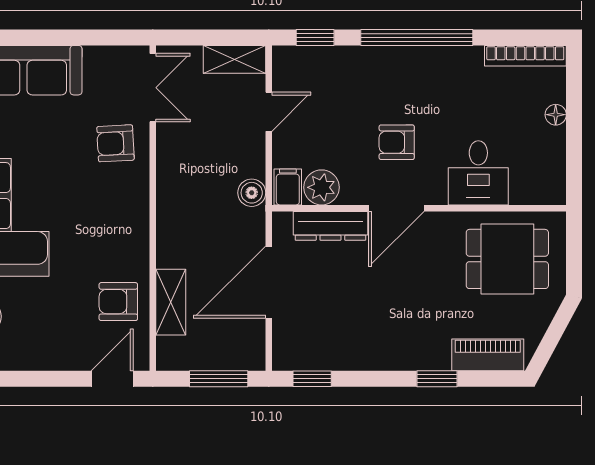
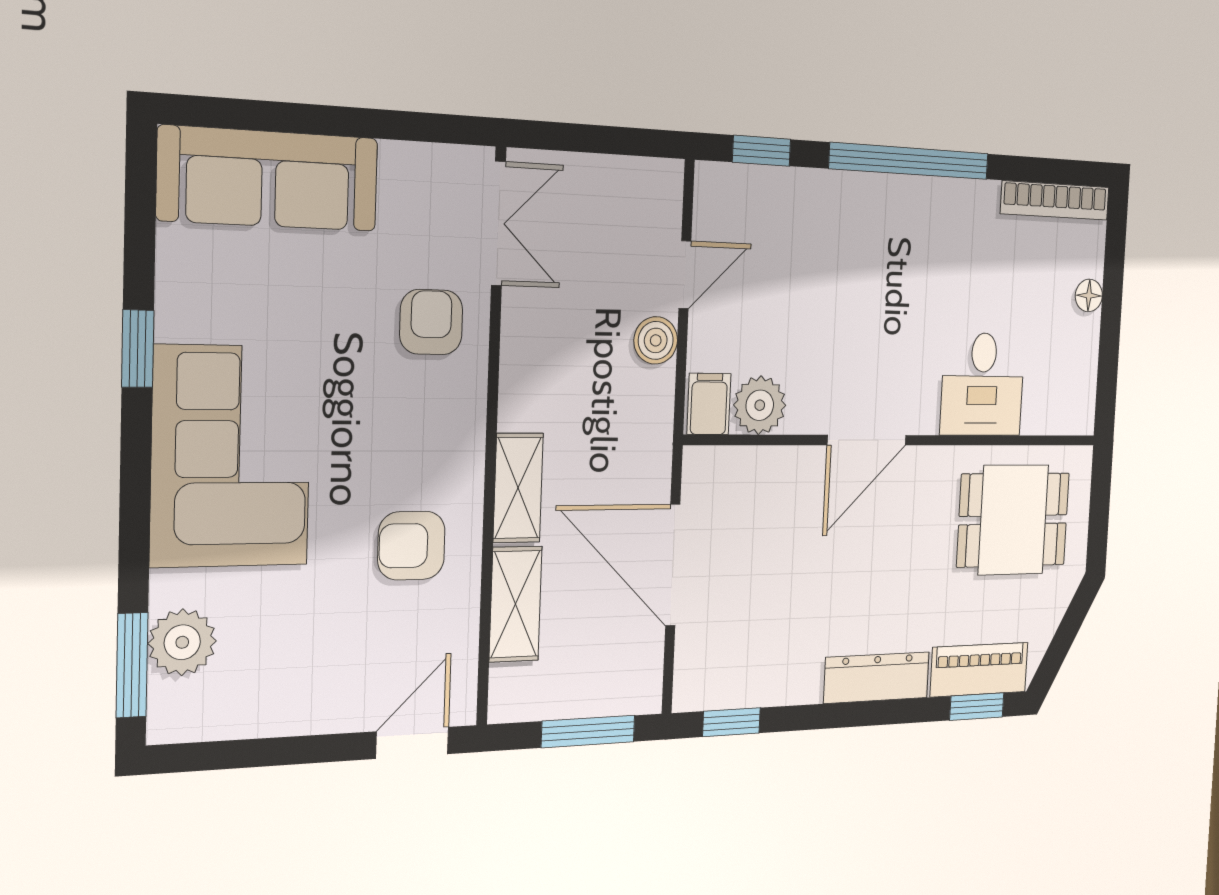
shelving: (234, 59) -> (518, 488), moved, turned 90
armchair: (397, 142) -> (873, 332), removed
armchair: (115, 143) -> (431, 322), turned 93
boiler: (252, 193) -> (656, 340), moved
dresser: (330, 226) -> (877, 678), moved, turned 180
door: (269, 282) -> (673, 565), hinge flipped
armchair: (118, 302) -> (411, 546), moved
window: (437, 379) -> (977, 706), moved

